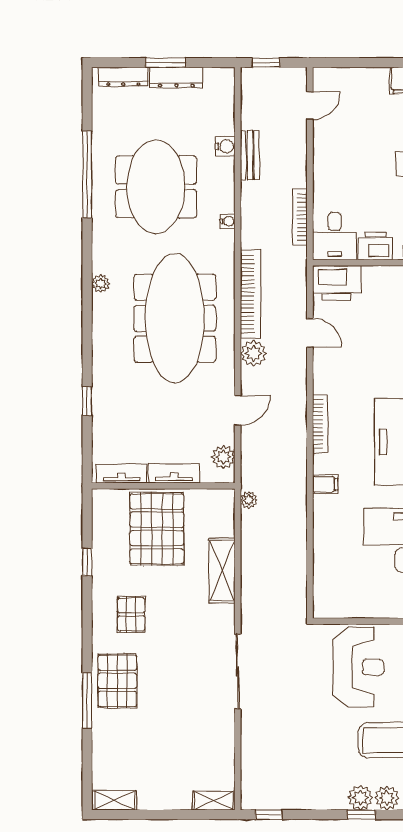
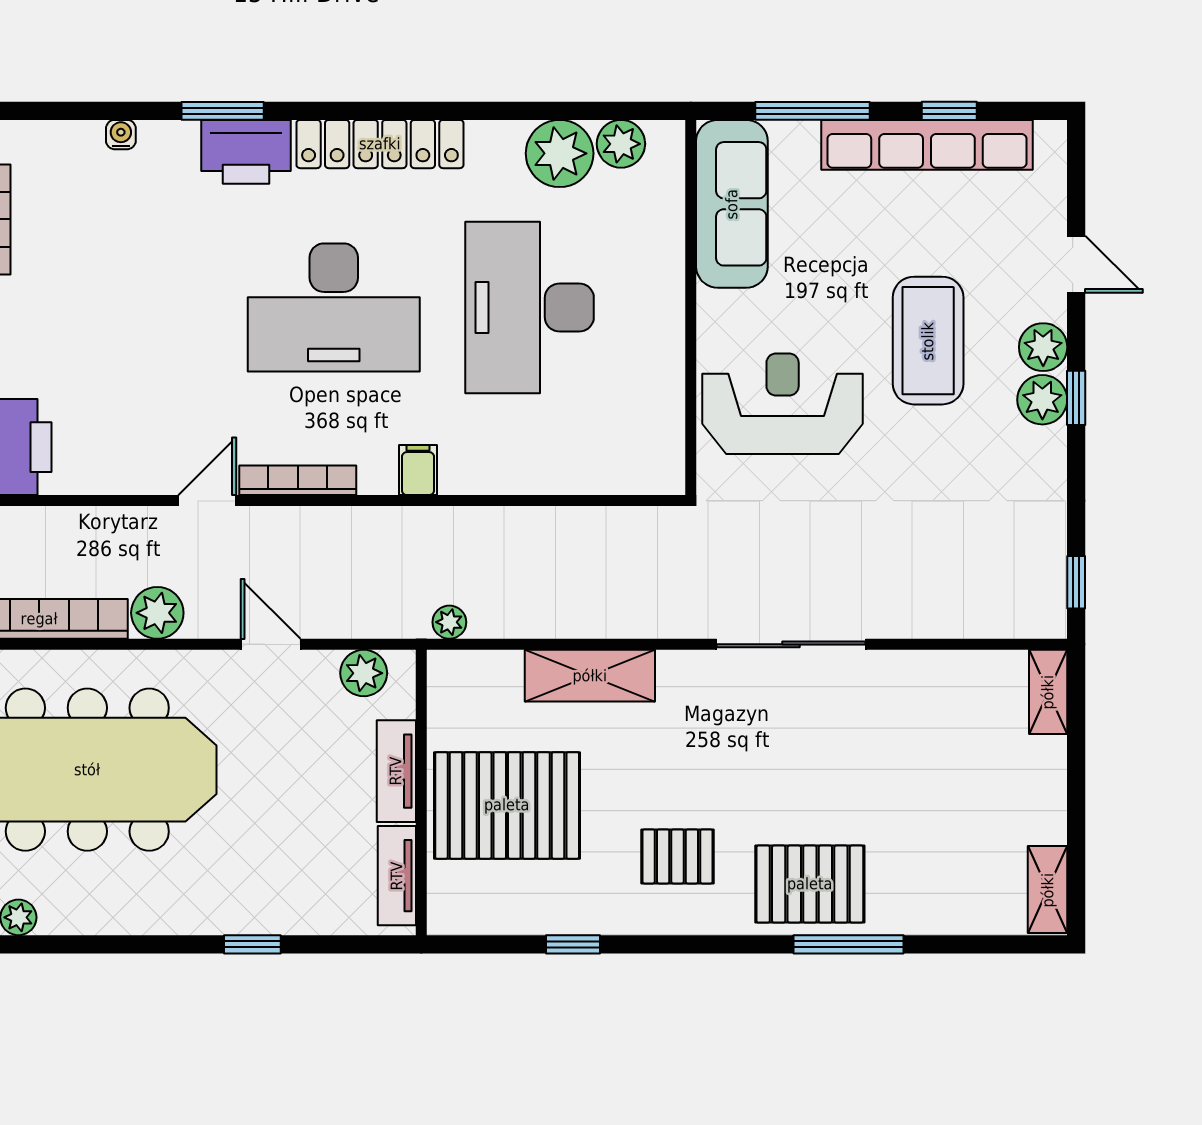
door: (310, 333) -> (207, 501), moved

